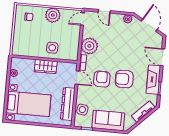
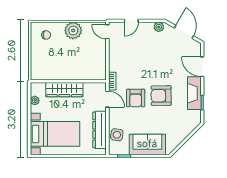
door: (104, 11) -> (131, 21), hinge flipped
door: (83, 19) -> (107, 32), hinge flipped
plant: (89, 46) -> (118, 62), removed
side table: (52, 48) -> (76, 68), removed
wardrobe: (46, 66) -> (64, 90), width x1.50
armchair: (102, 79) -> (136, 98), turned 180
tv unit: (143, 112) -> (186, 131), removed

